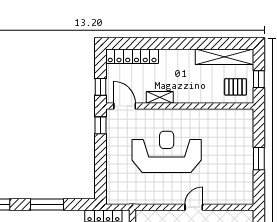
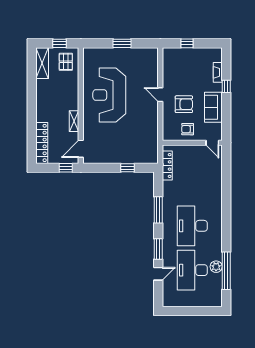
shelving: (224, 57) -> (42, 63), width x0.68
window: (101, 125) -> (128, 168), moved
reception desk: (167, 152) -> (109, 95), moved

